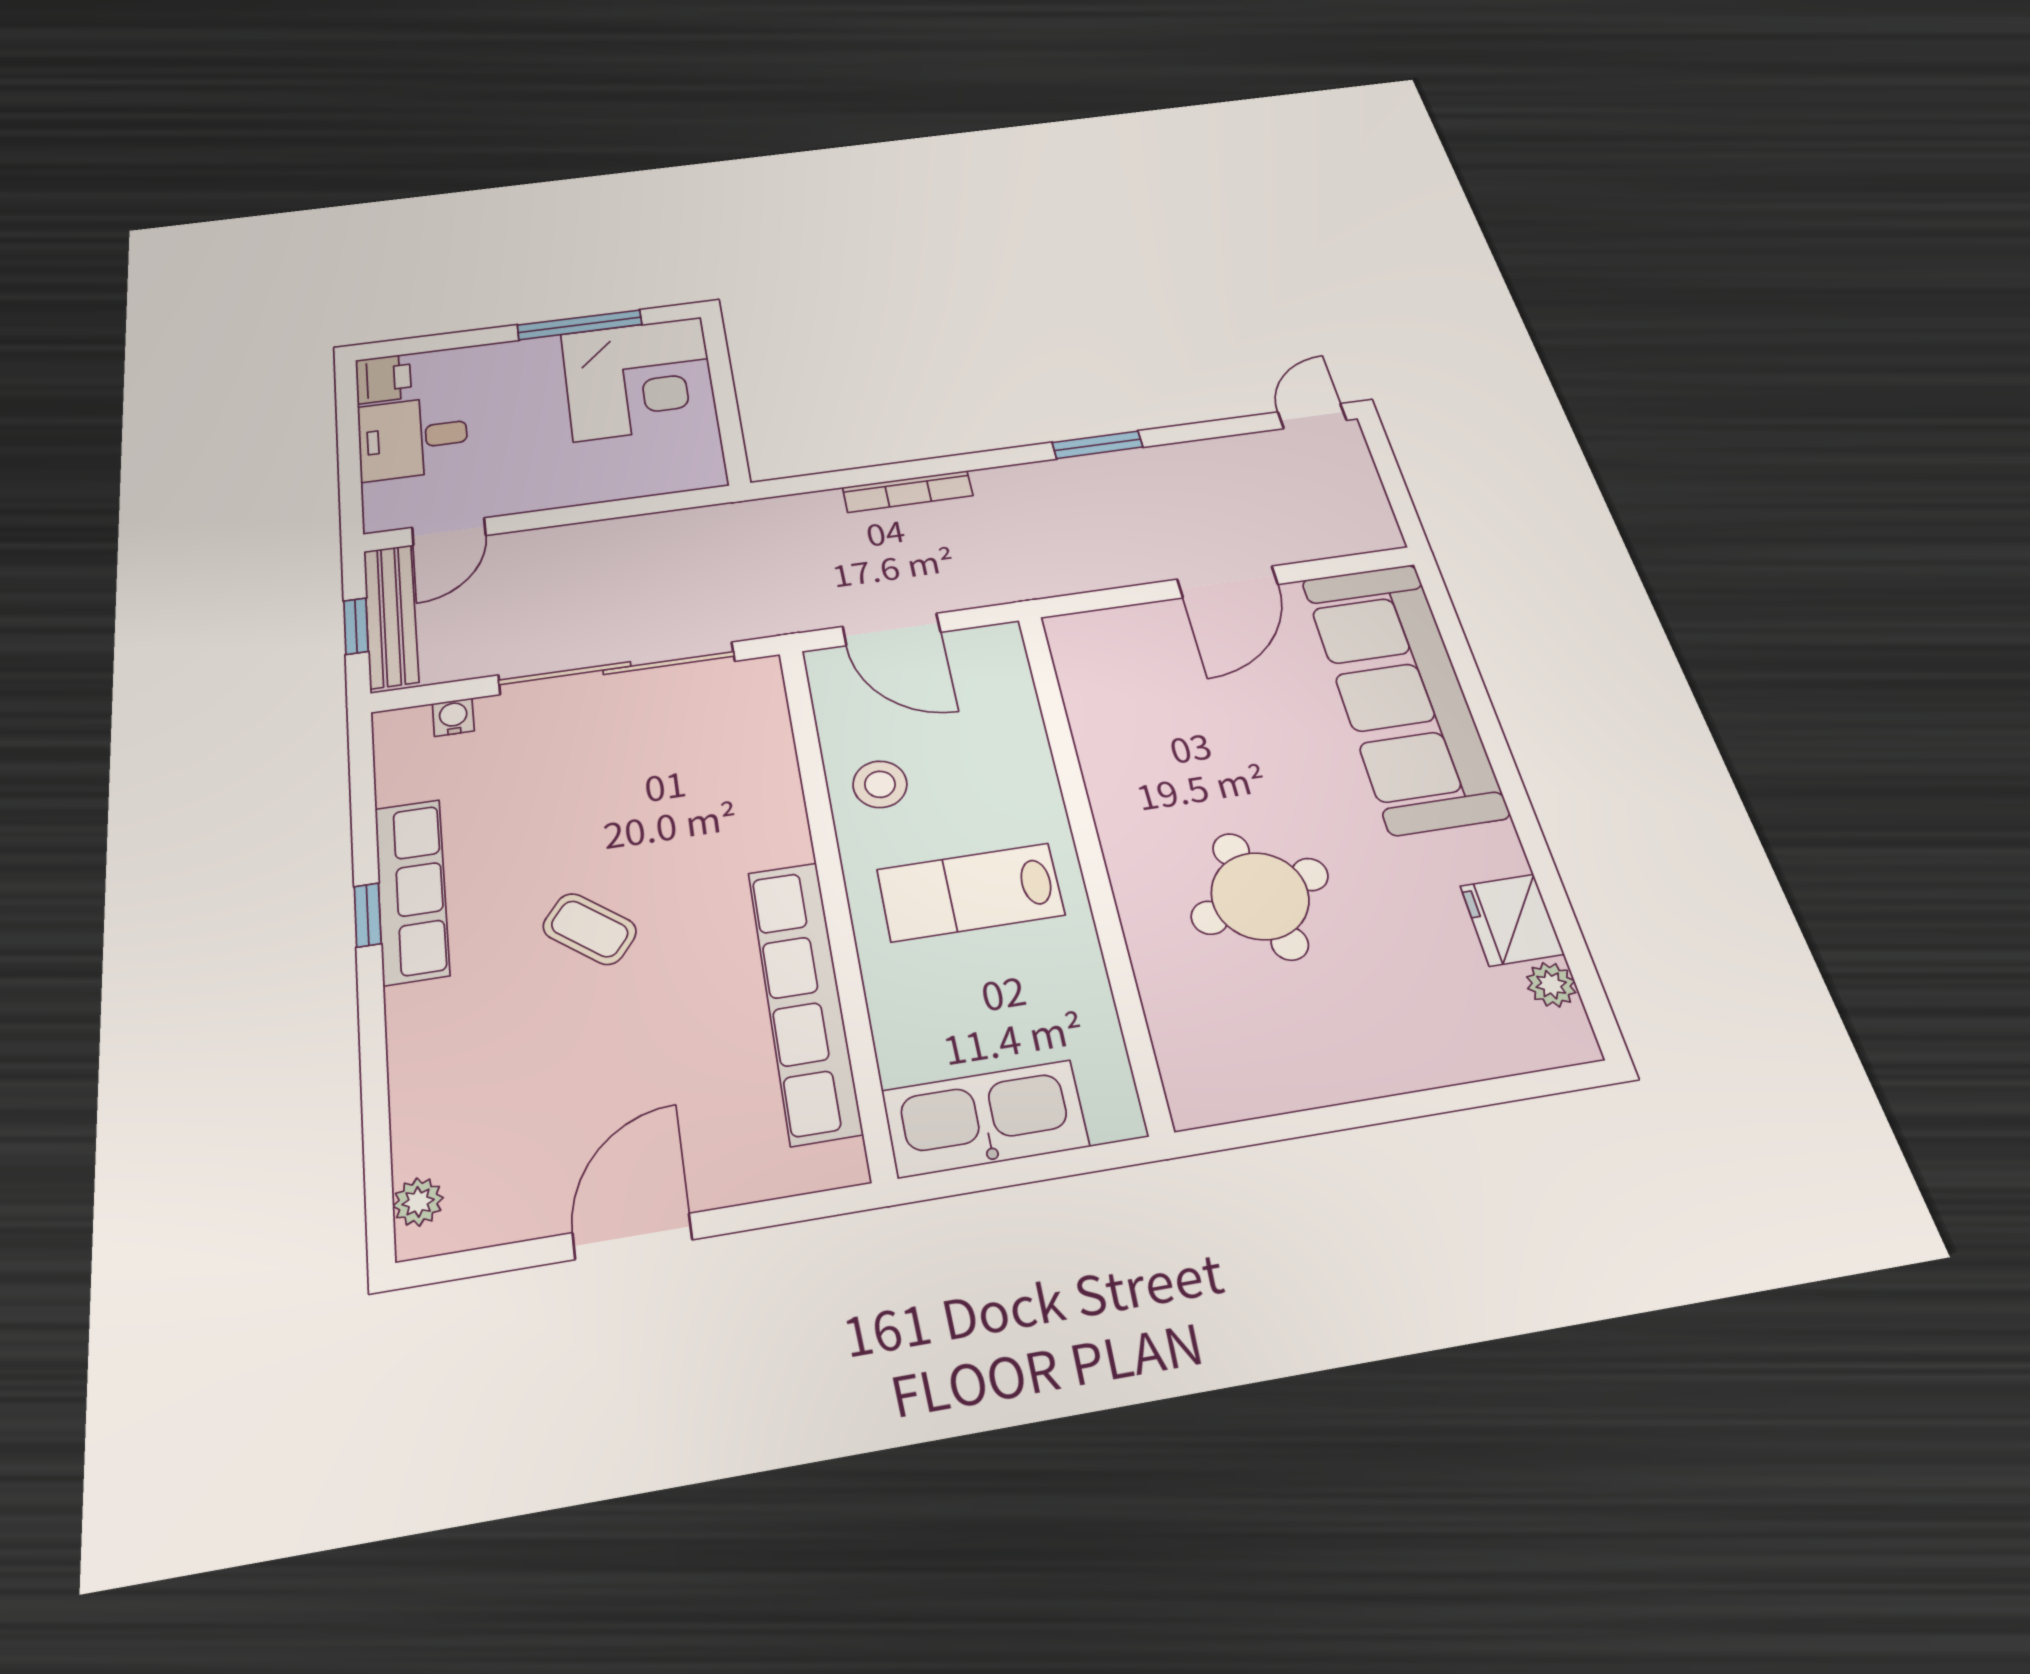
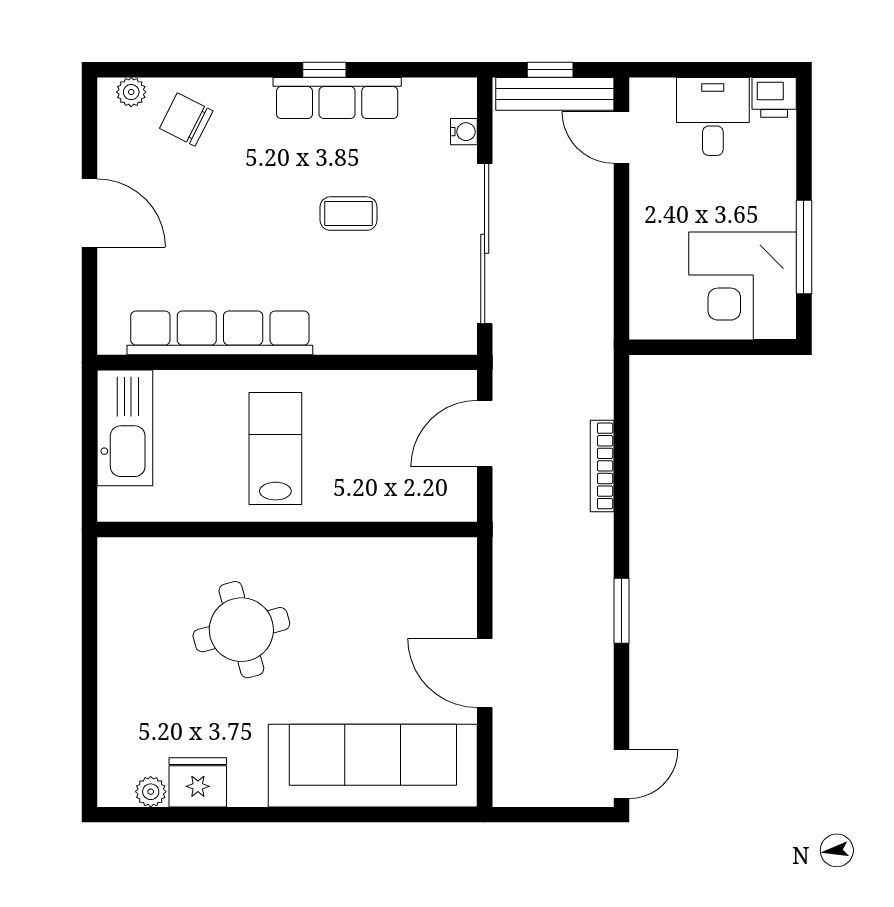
door: (1312, 416) -> (622, 774), hinge flipped
stool: (880, 784) -> (364, 405), removed
coffee table: (590, 929) -> (349, 214), moved, turned 52
chair: (460, 1106) -> (186, 120), added

